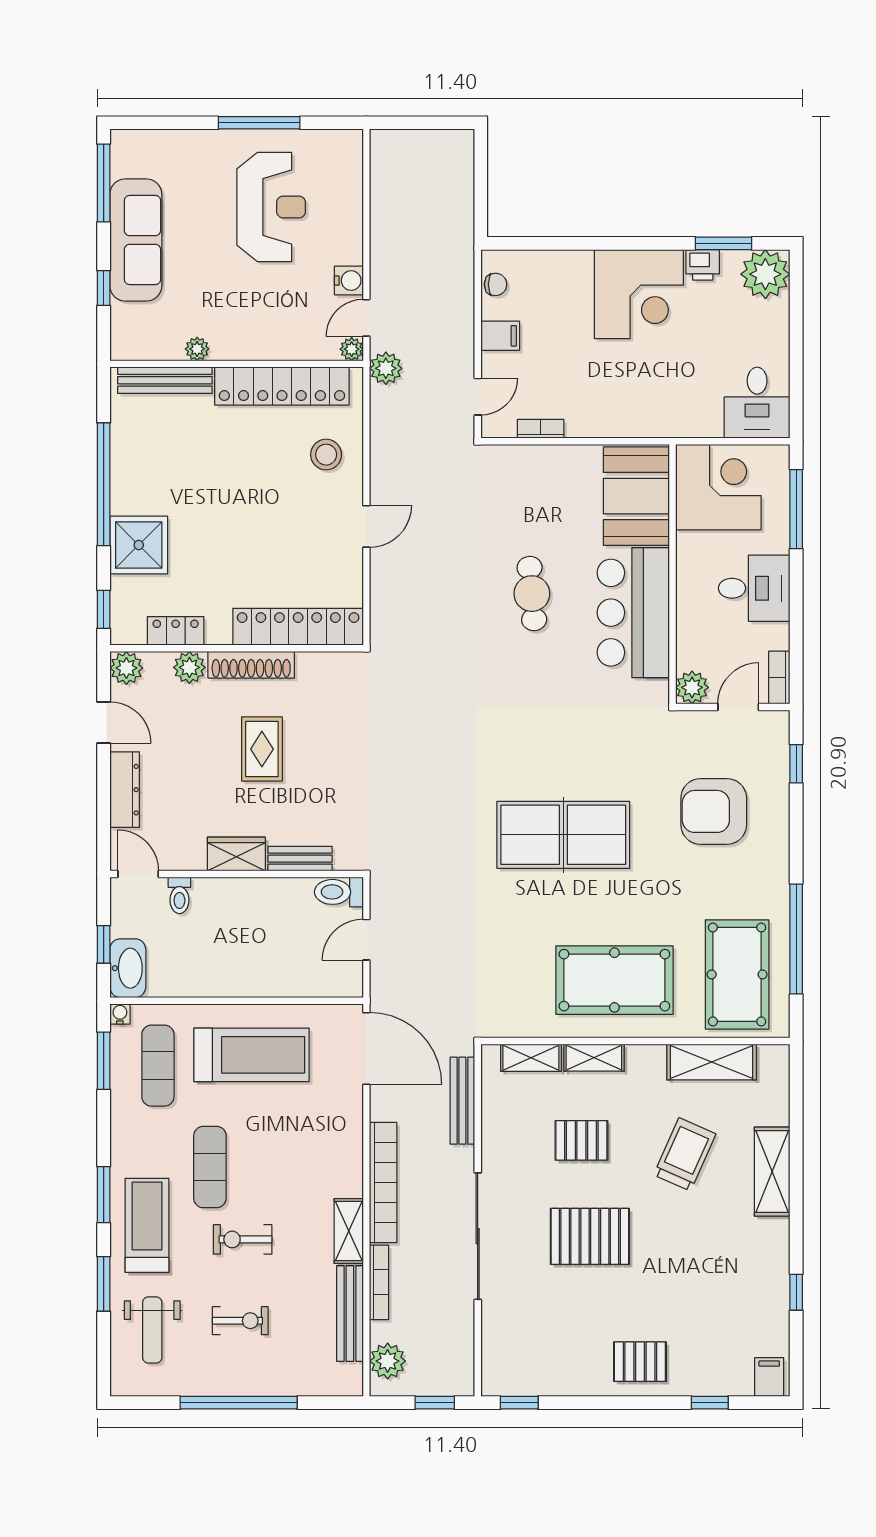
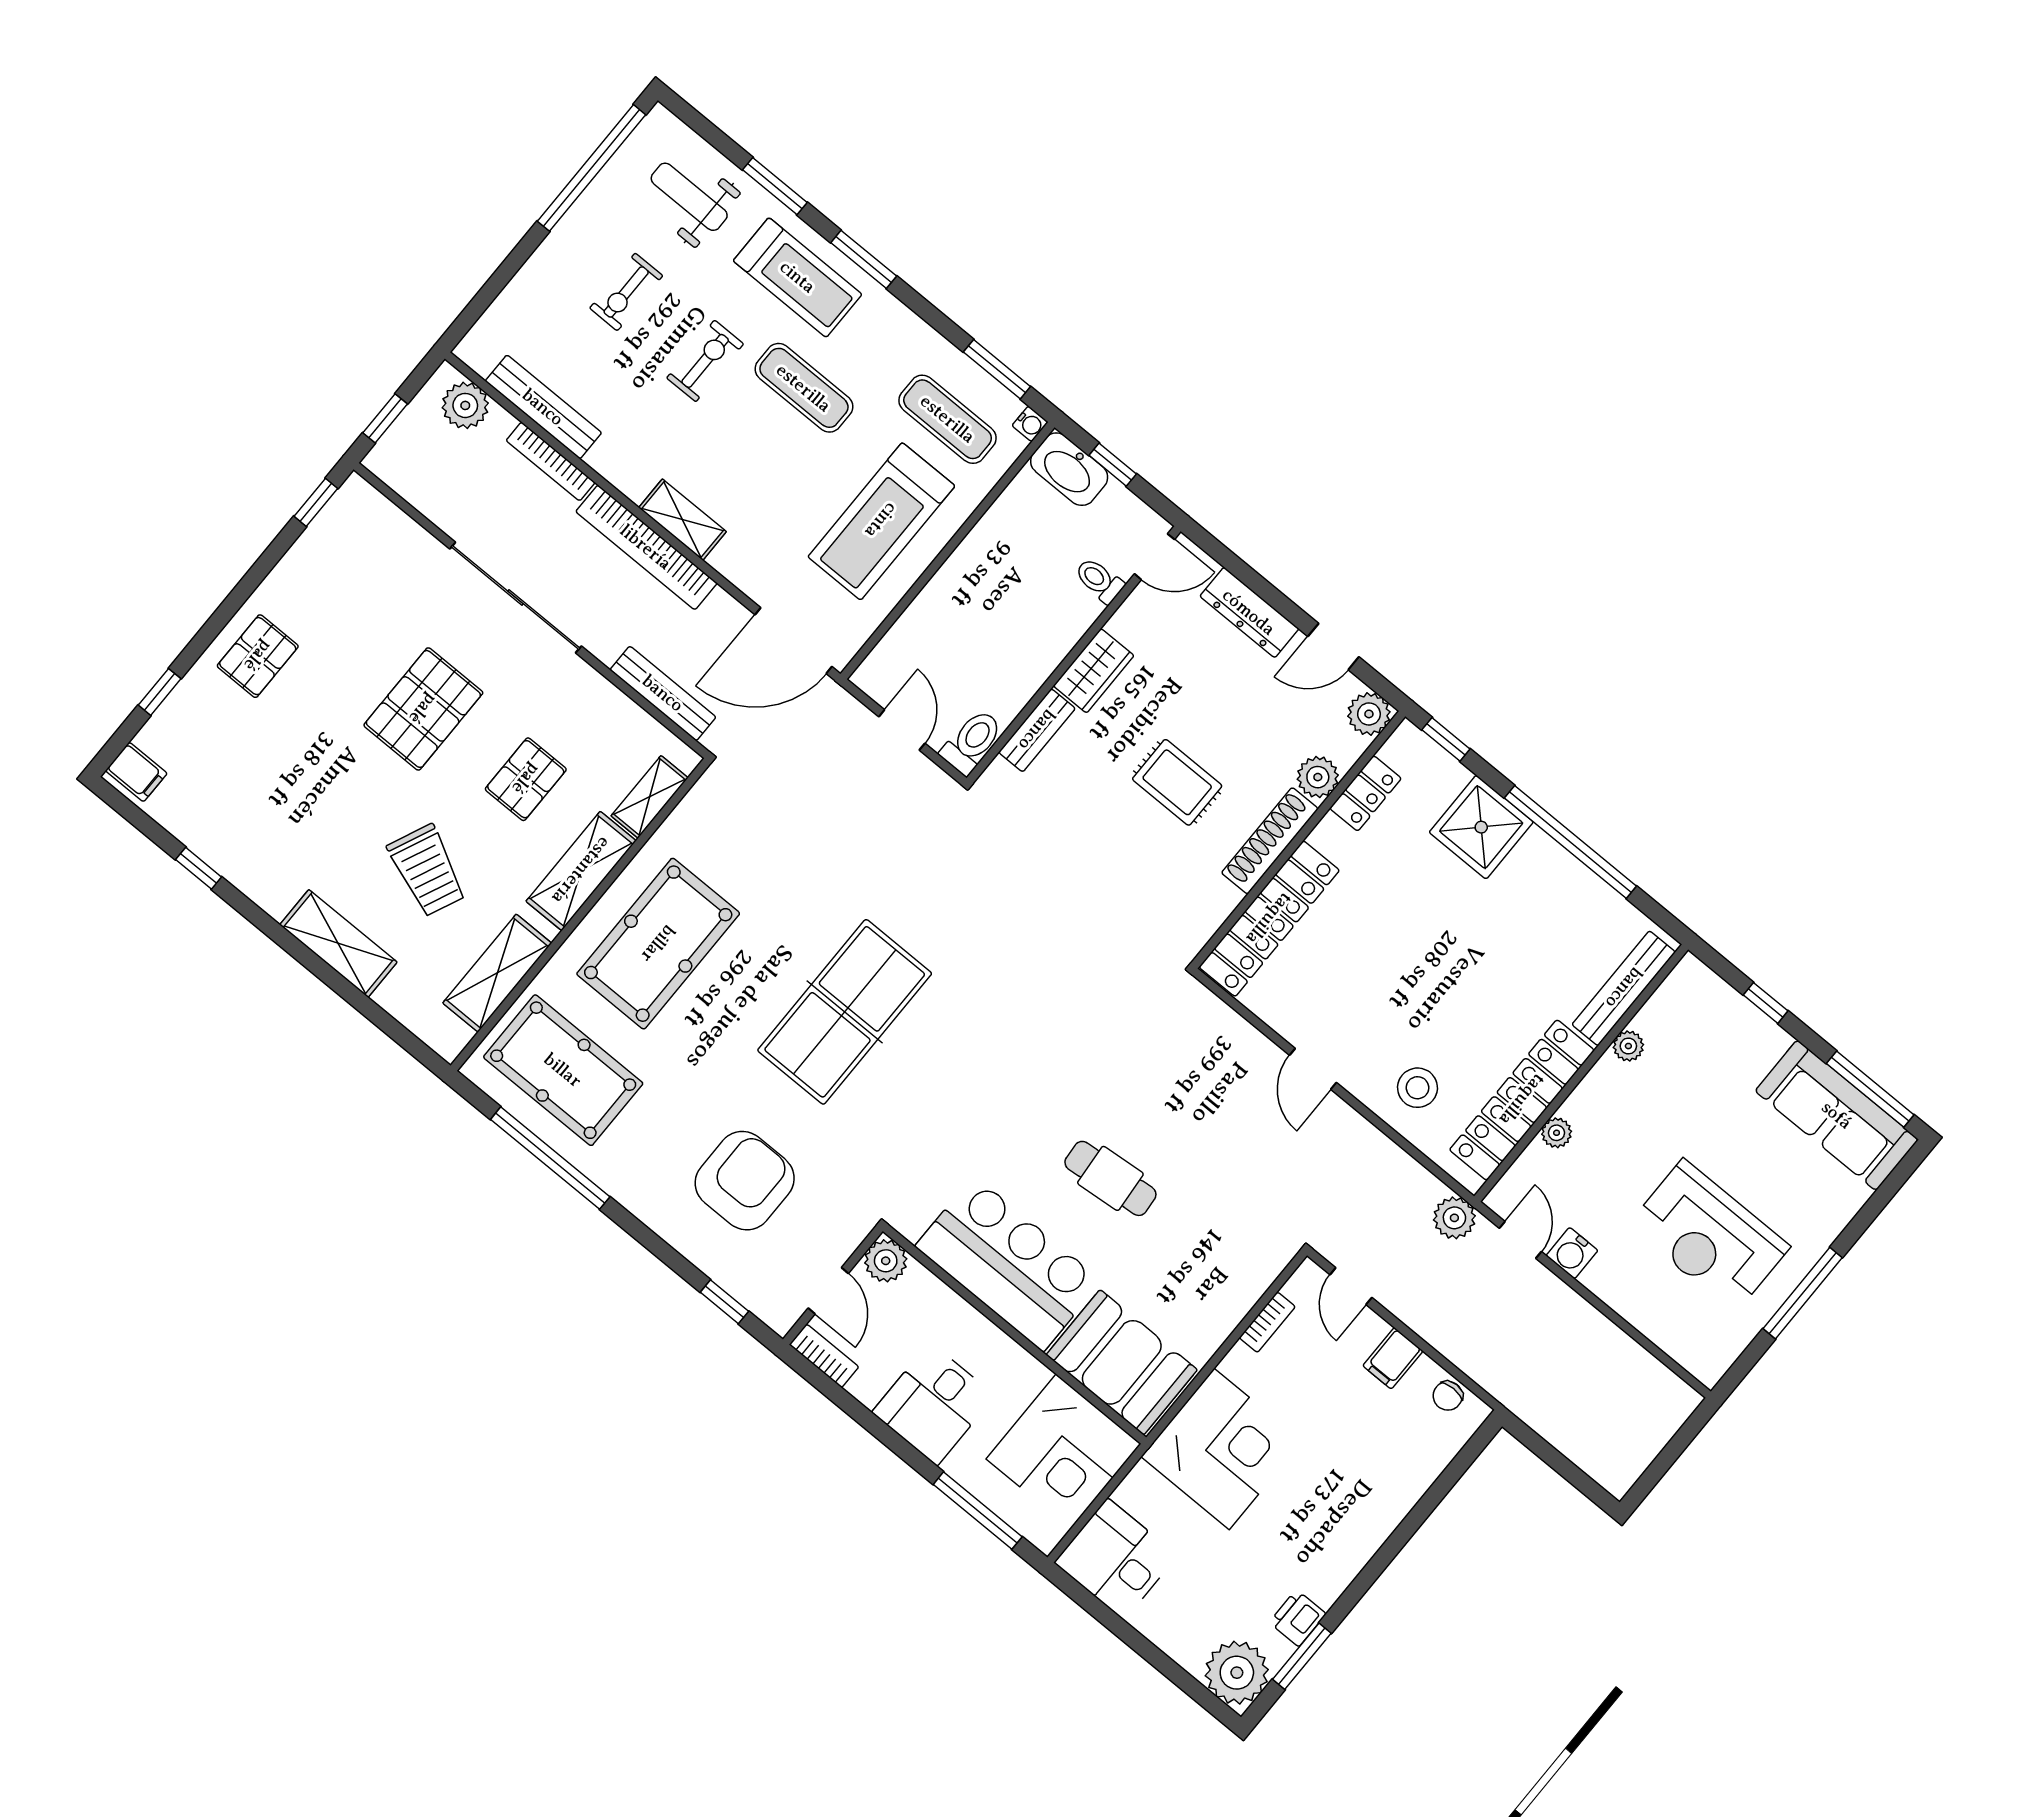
sofa: (136, 240) -> (1837, 1115), moved
corner desk: (639, 294) -> (1222, 1449), moved, turned 180
plant: (352, 349) -> (1557, 1133), moved
shelving: (594, 1058) -> (581, 871), width x1.50, depth x1.33
shelving: (349, 1231) -> (682, 520), moved
window: (239, 1403) -> (592, 168), moved

